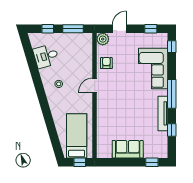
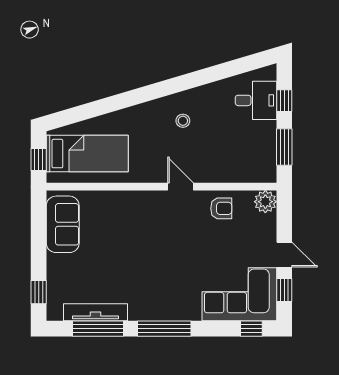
door: (119, 29) -> (284, 255), moved
desk: (46, 56) -> (256, 100), moved, turned 107
corner sofa: (153, 69) -> (239, 294), moved
tv unit: (163, 113) -> (95, 312), moved
window: (172, 130) -> (98, 329), width x2.17
sofa: (128, 149) -> (63, 224), moved

